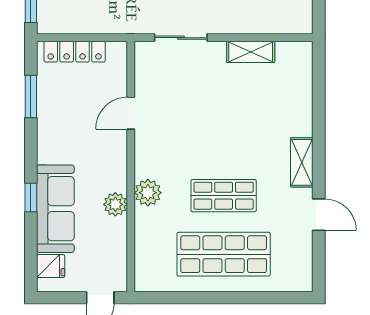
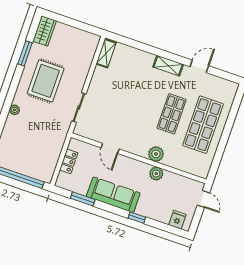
locker: (75, 52) -> (69, 161), width x0.66
shelving: (251, 52) -> (106, 53), moved
sofa: (55, 209) -> (113, 195), moved

